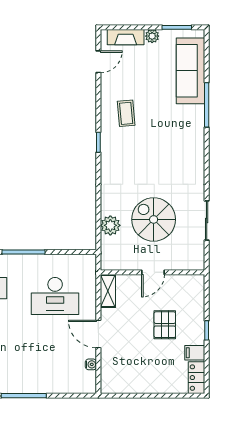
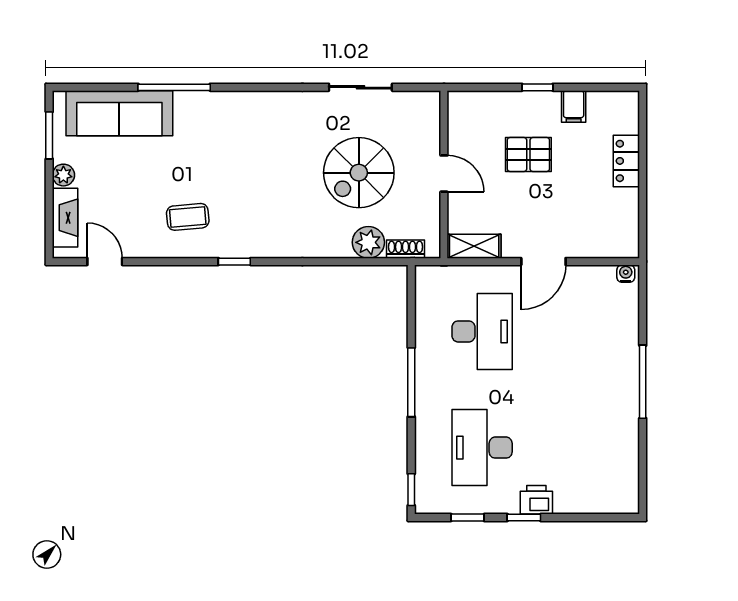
shoe rack: (106, 248) -> (406, 249), added
water cooler: (91, 364) -> (626, 274), moved
locker: (196, 378) -> (626, 161), moved, turned 90

